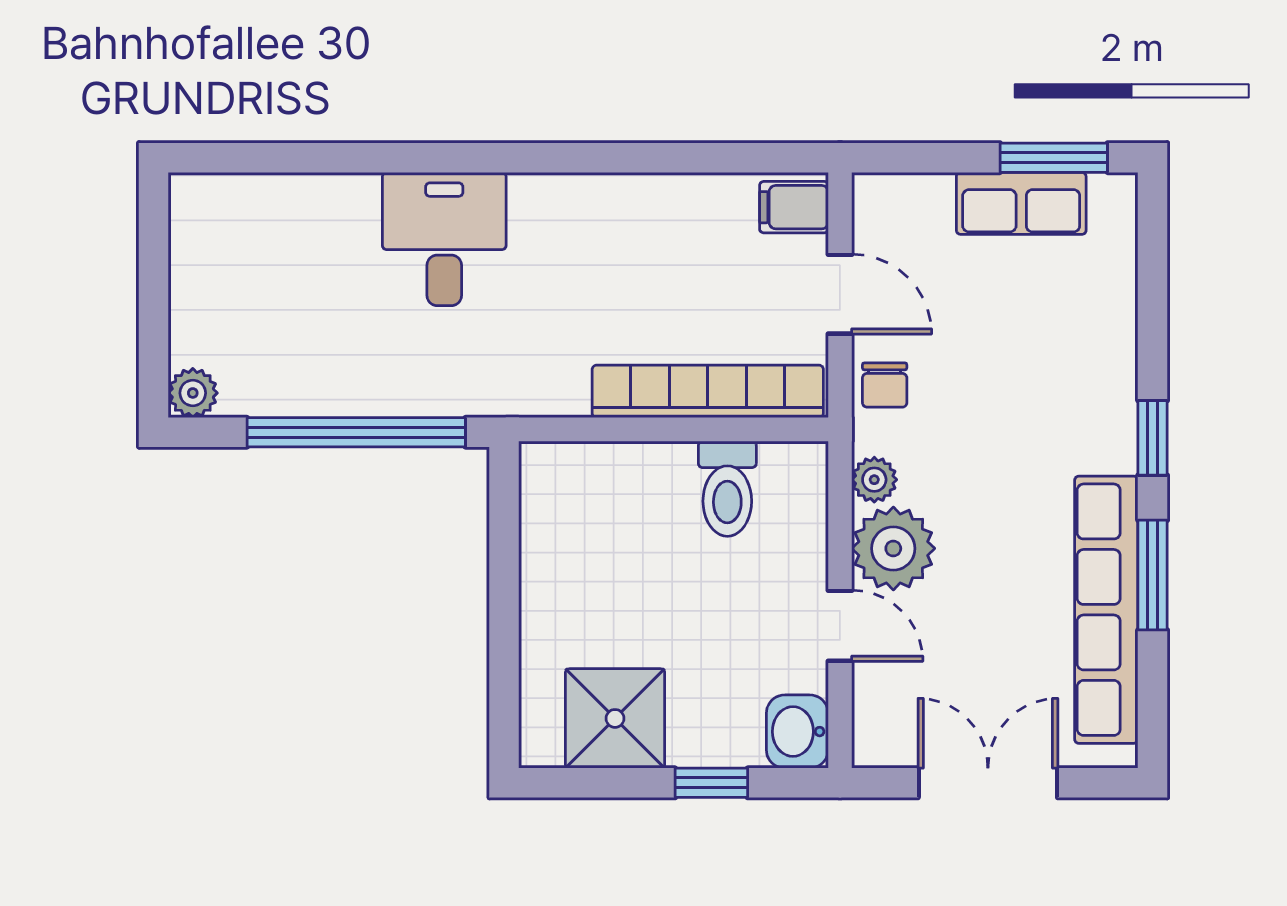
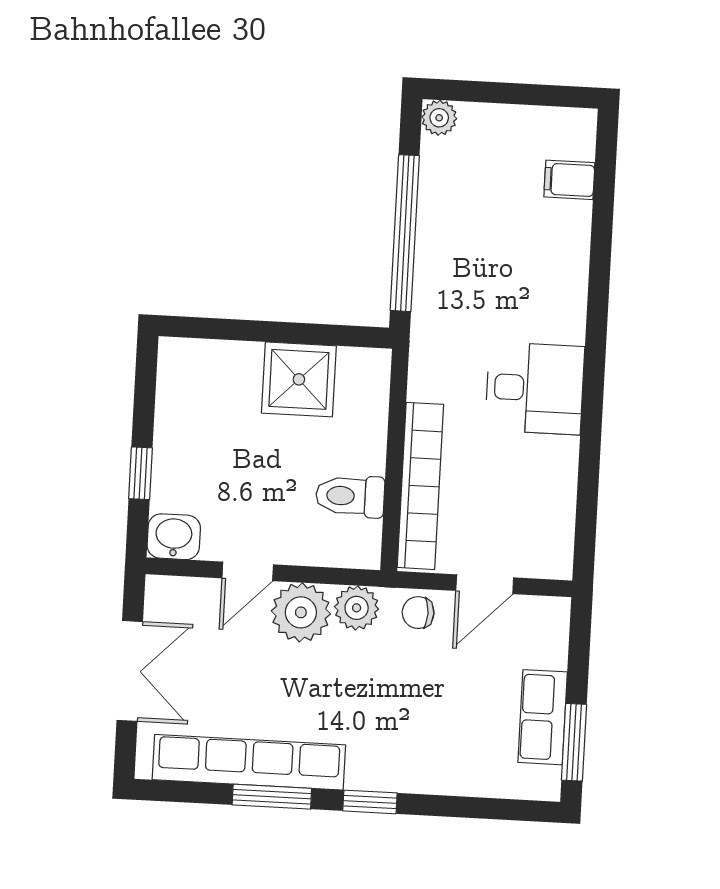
filing cabinet: (794, 207) -> (569, 180), moved, turned -90
desk: (444, 239) -> (535, 388), moved
plant: (874, 480) -> (357, 608), width x1.38, depth x1.38
shower: (615, 718) -> (299, 379), moved

